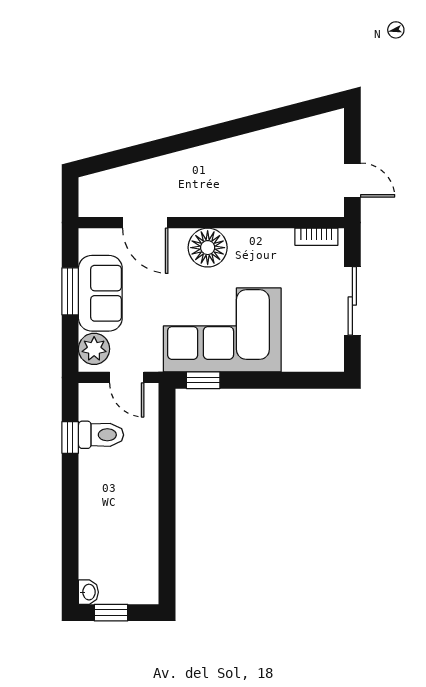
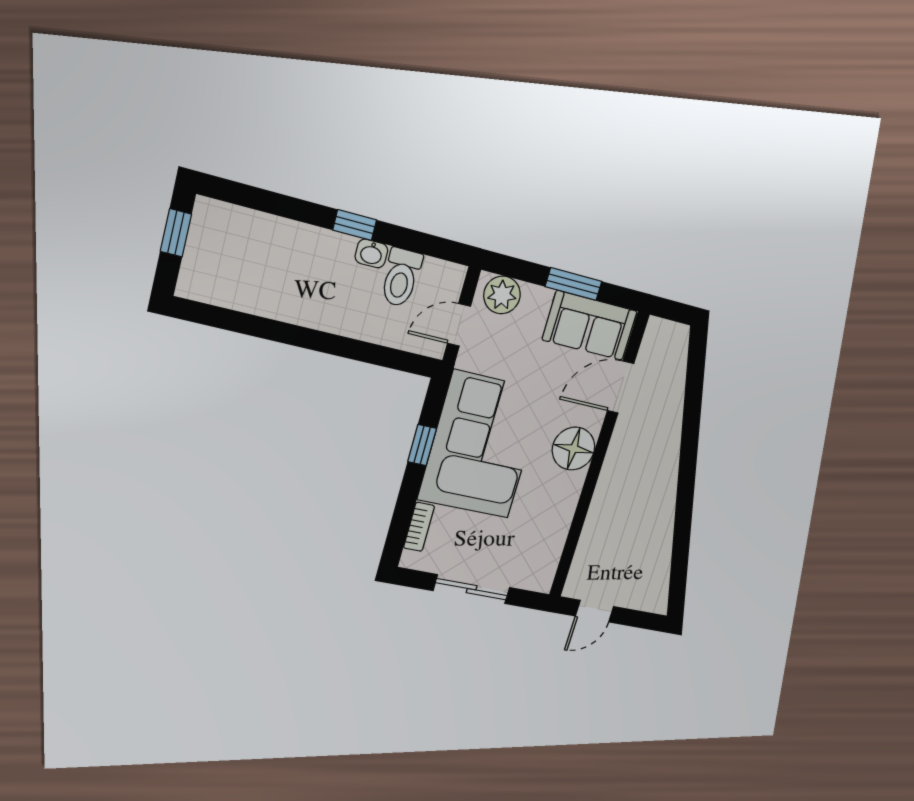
bookcase: (316, 237) -> (419, 527), moved, turned 180
sofa: (100, 293) -> (590, 326), moved
window: (203, 380) -> (422, 445), moved
window: (70, 437) -> (355, 225), moved
washbasin: (88, 592) -> (371, 253), moved

